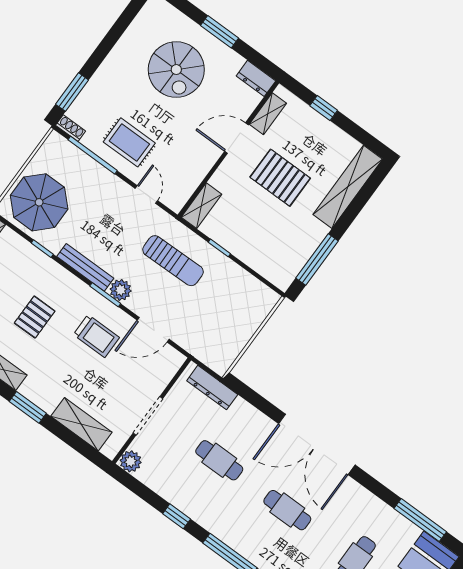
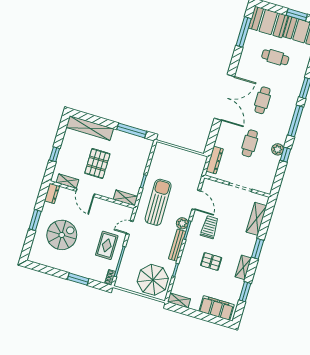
window: (72, 92) -> (78, 279), moved
sun lounger: (173, 261) -> (158, 202), width x1.36, depth x1.34
plant: (131, 461) -> (278, 149), moved

